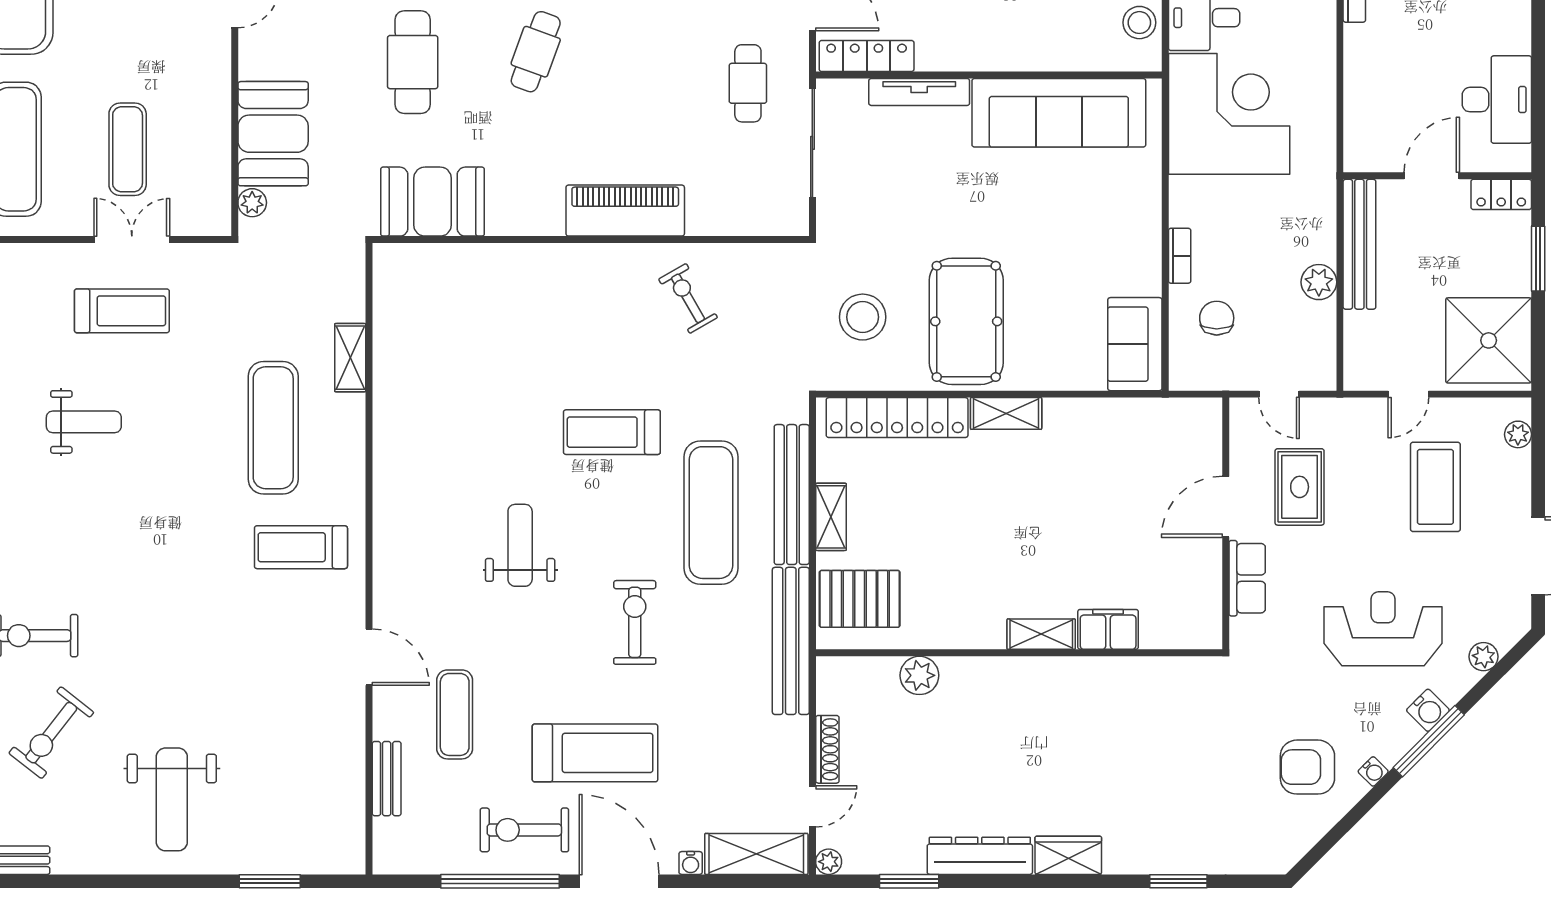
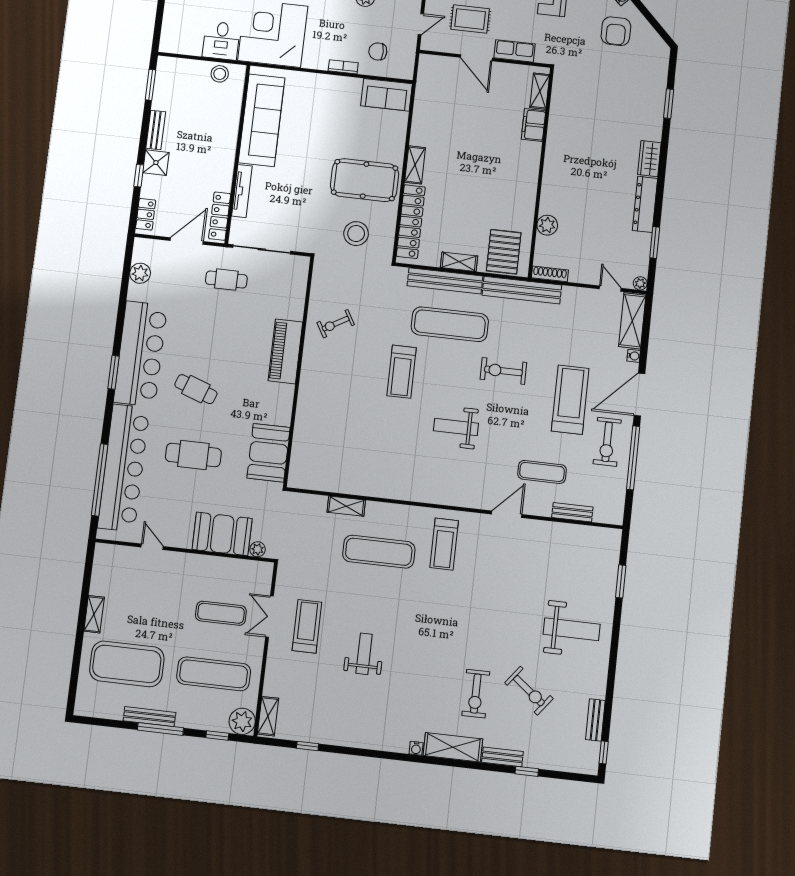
shelving: (1041, 634) -> (540, 91), moved
shoe rack: (827, 749) -> (550, 274), moved

